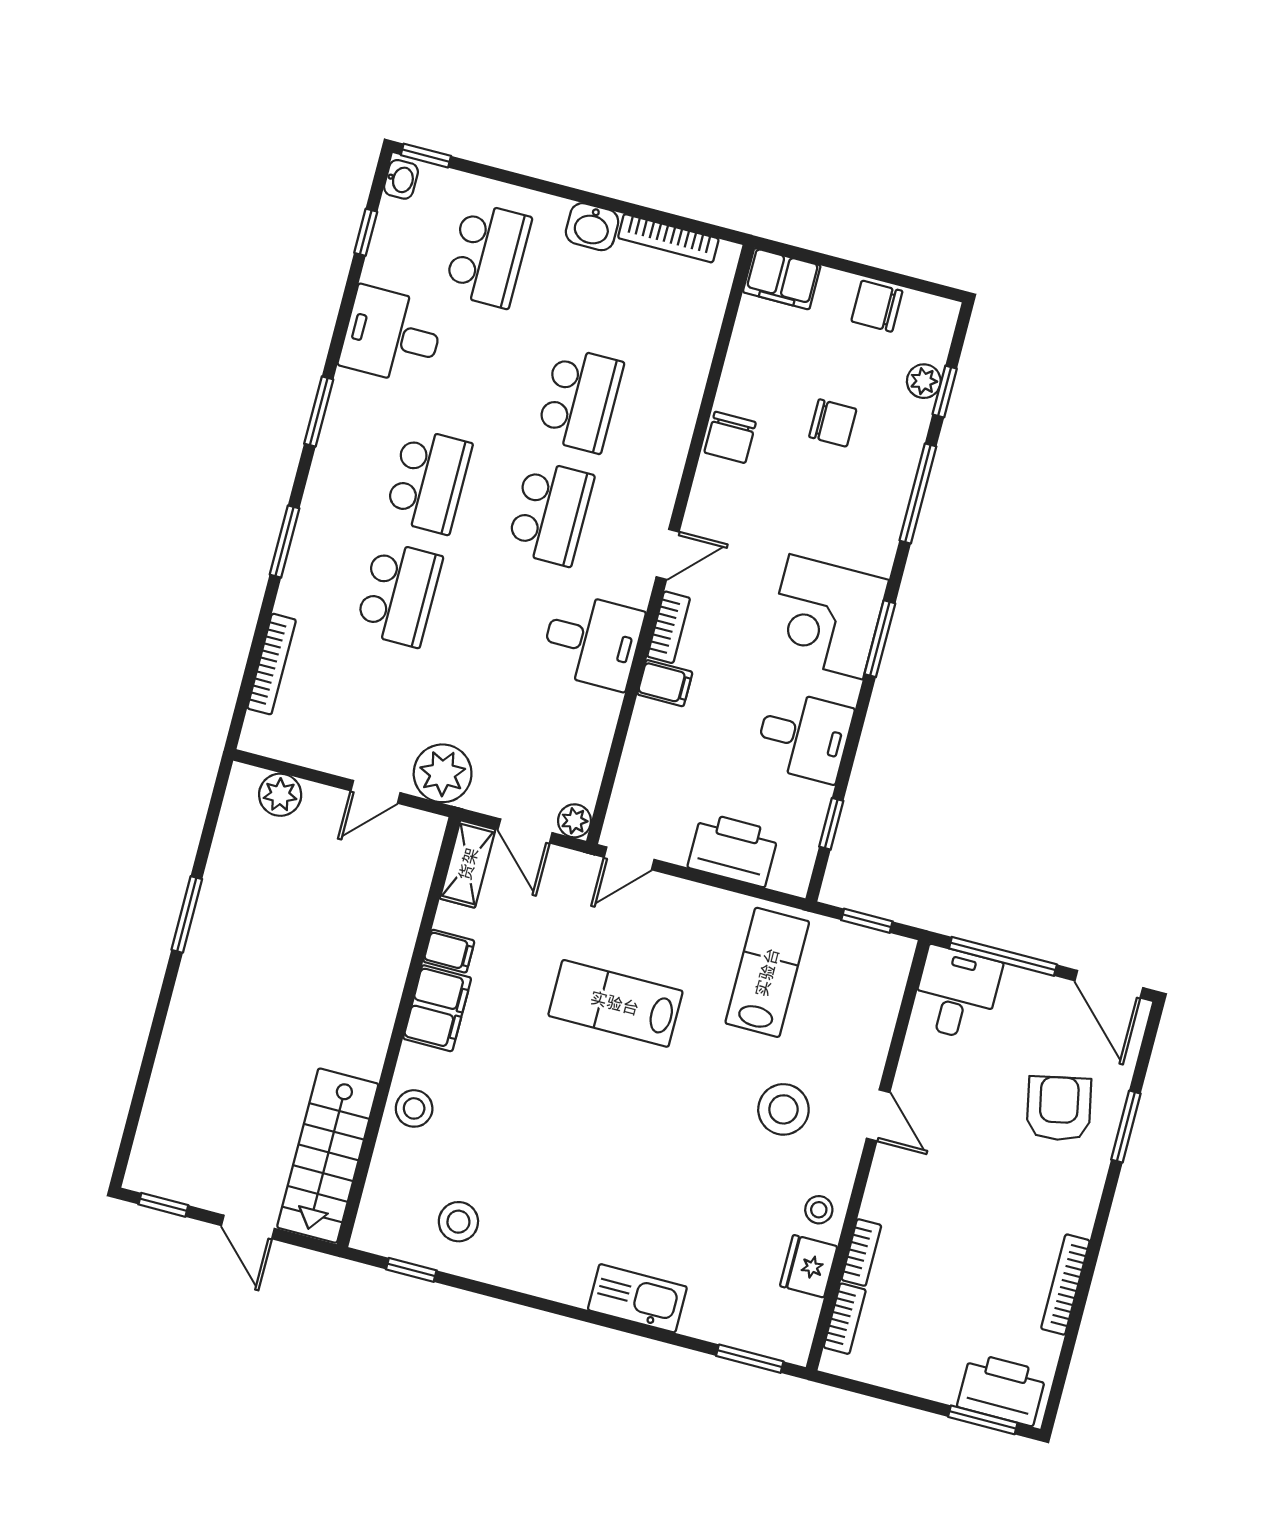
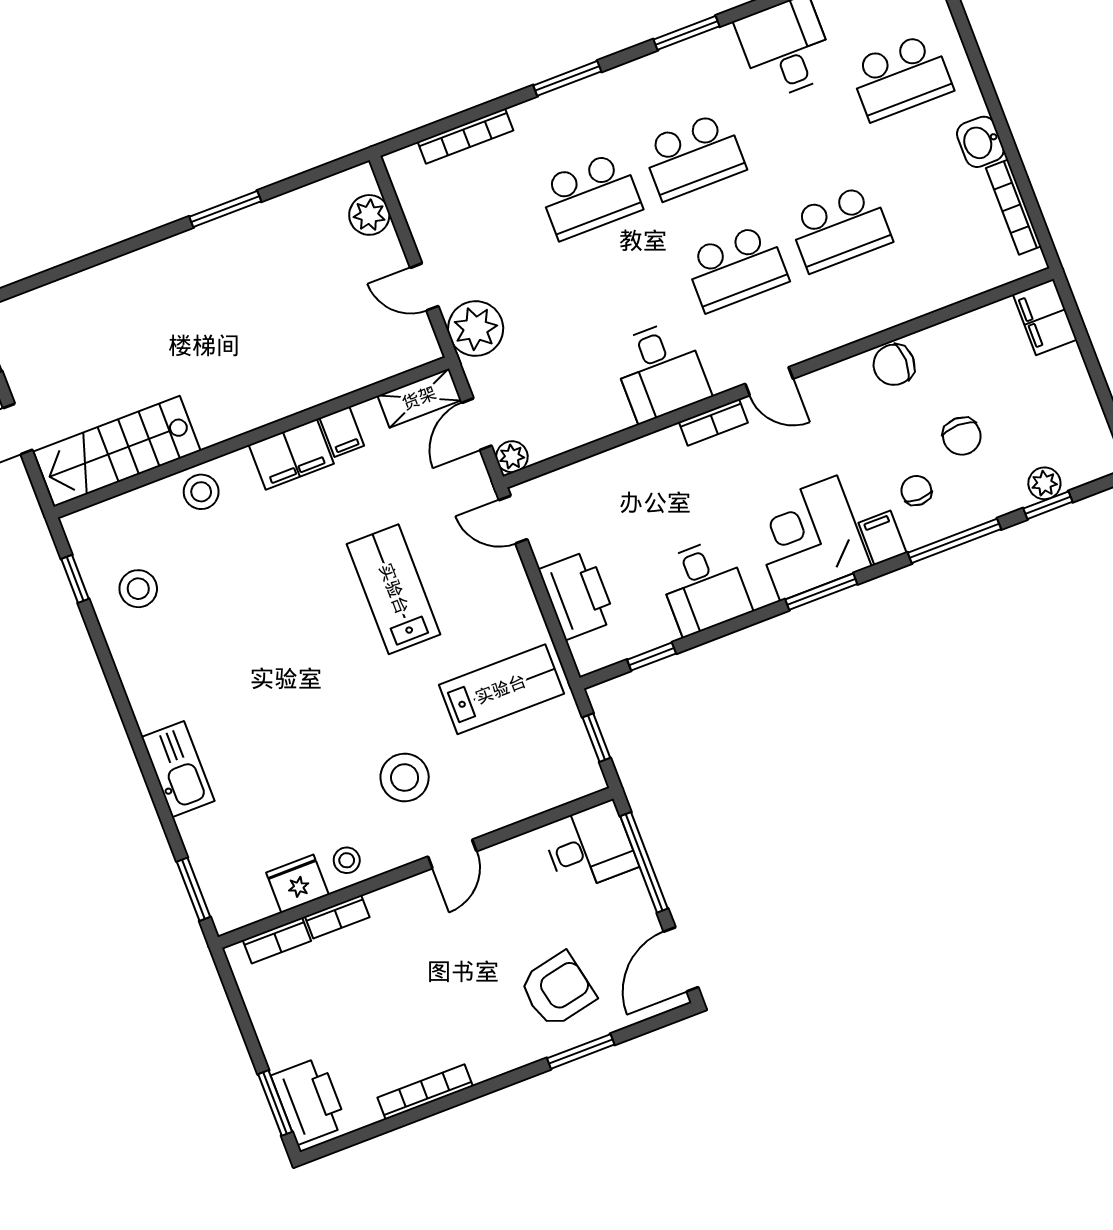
chair: (877, 306) -> (916, 491), moved, width x0.73, depth x0.73
filing cabinet: (665, 683) -> (882, 538), moved, turned 180

